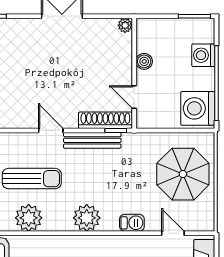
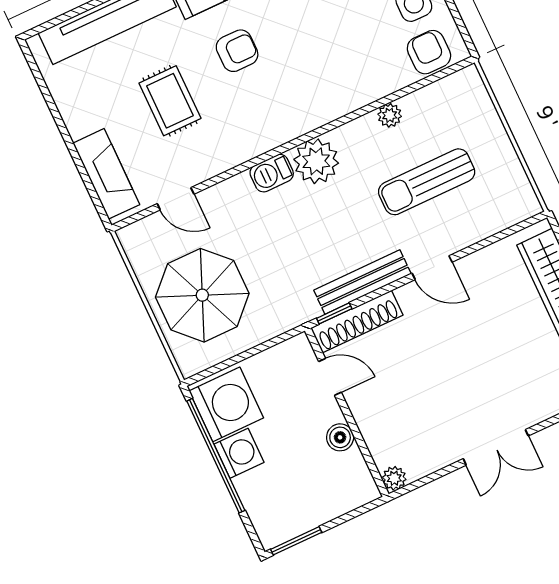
washing machine: (203, 55) -> (239, 453), moved
plant: (29, 218) -> (390, 115), width x0.53, depth x0.53
barbecue: (132, 223) -> (272, 173), moved

